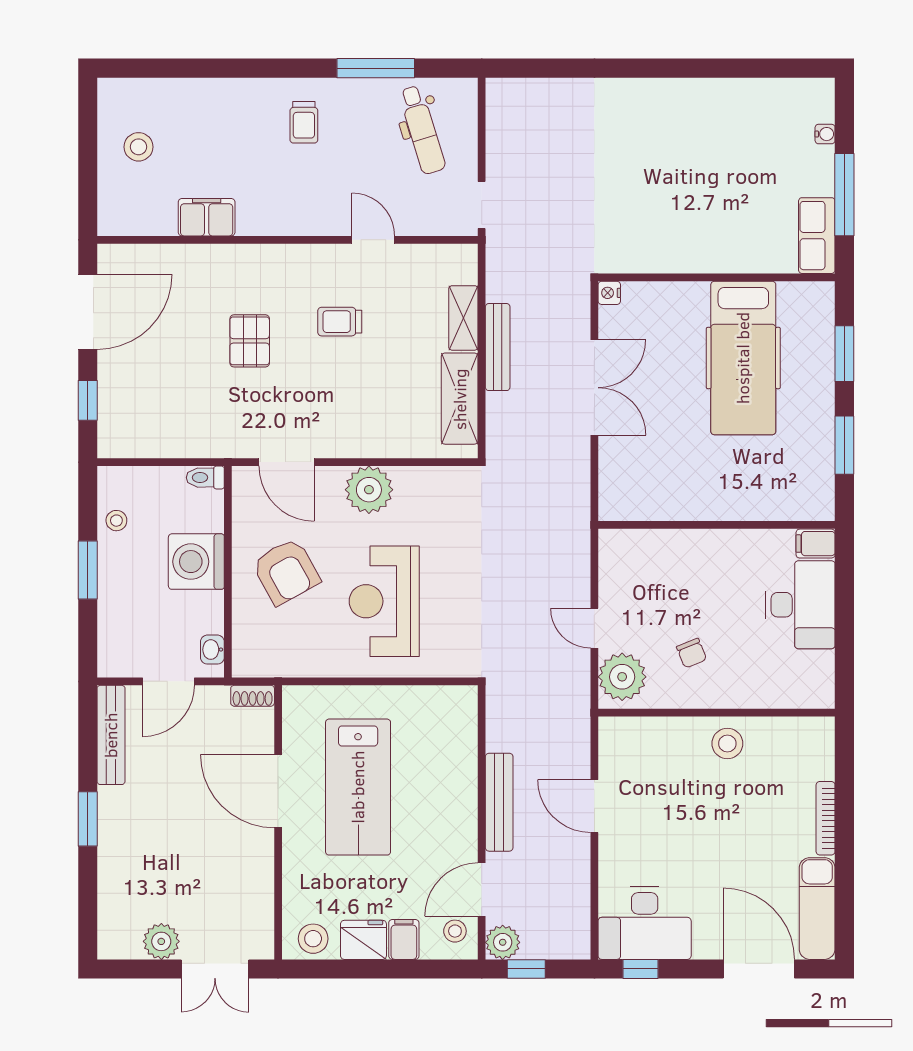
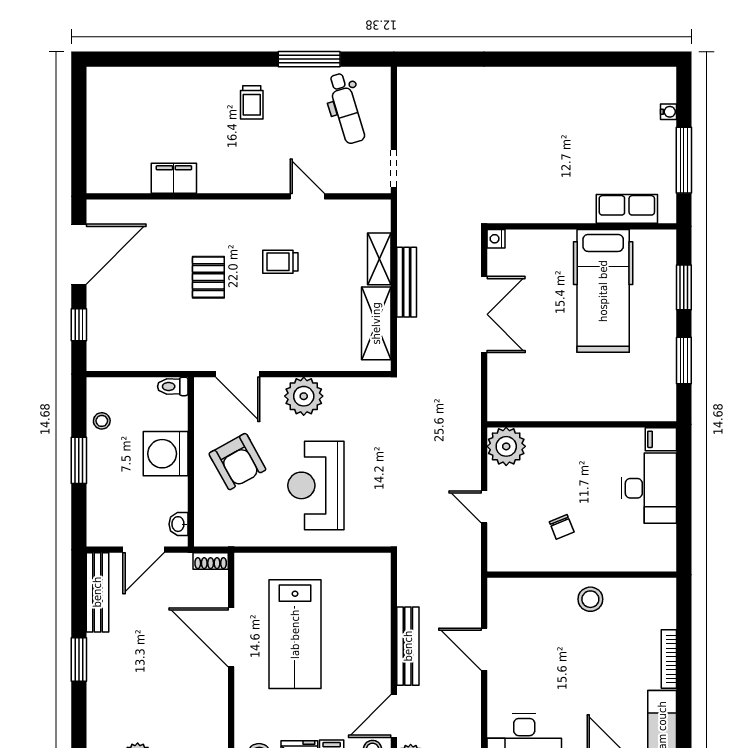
stool: (139, 147) -> (119, 122), removed
row of seats: (817, 236) -> (627, 209), moved, turned 90
plant: (622, 677) -> (506, 446), moved

